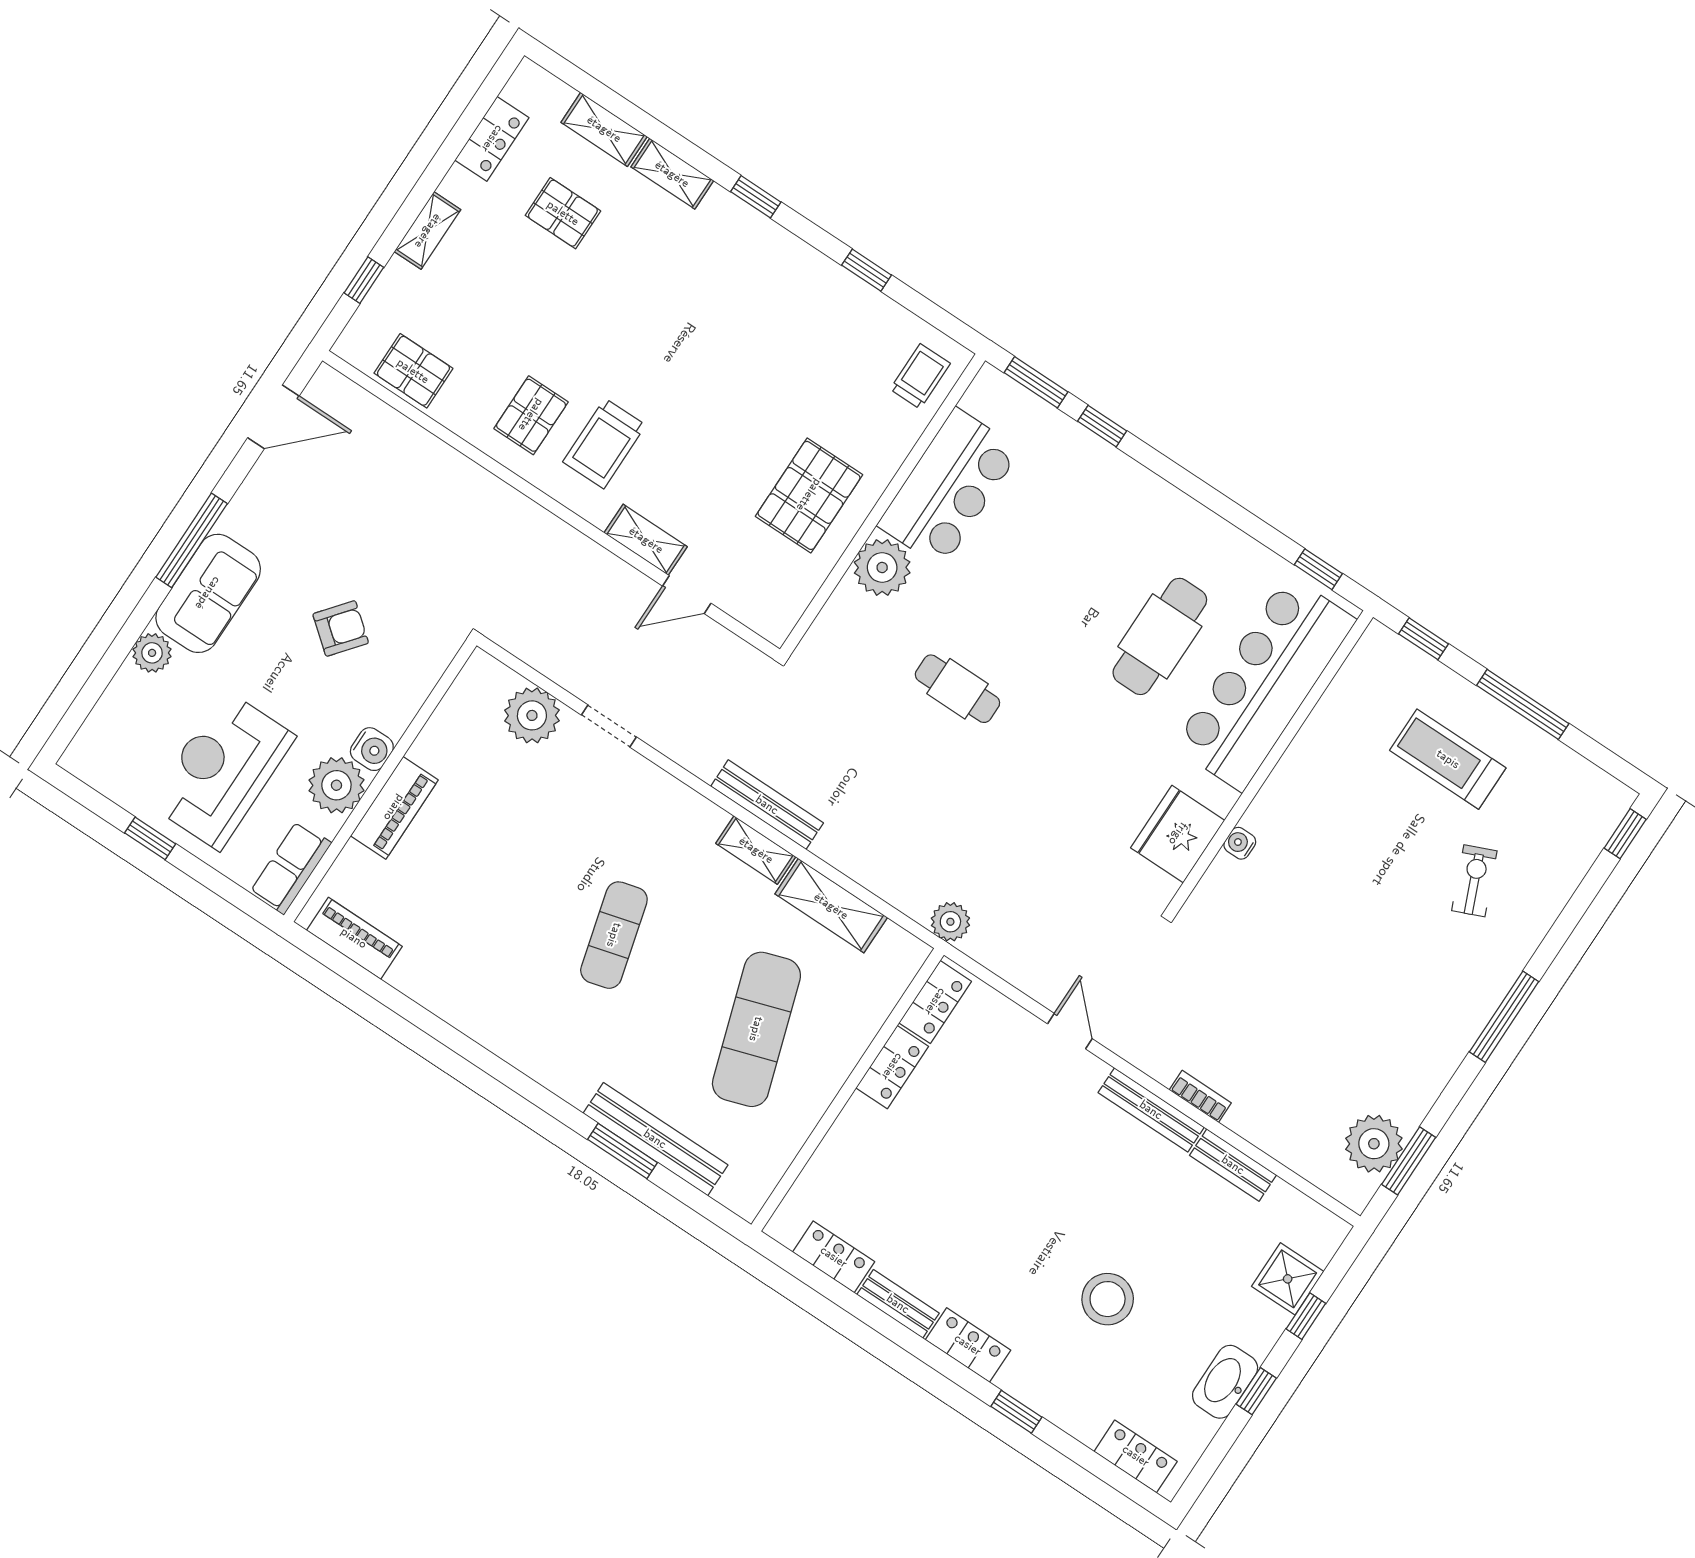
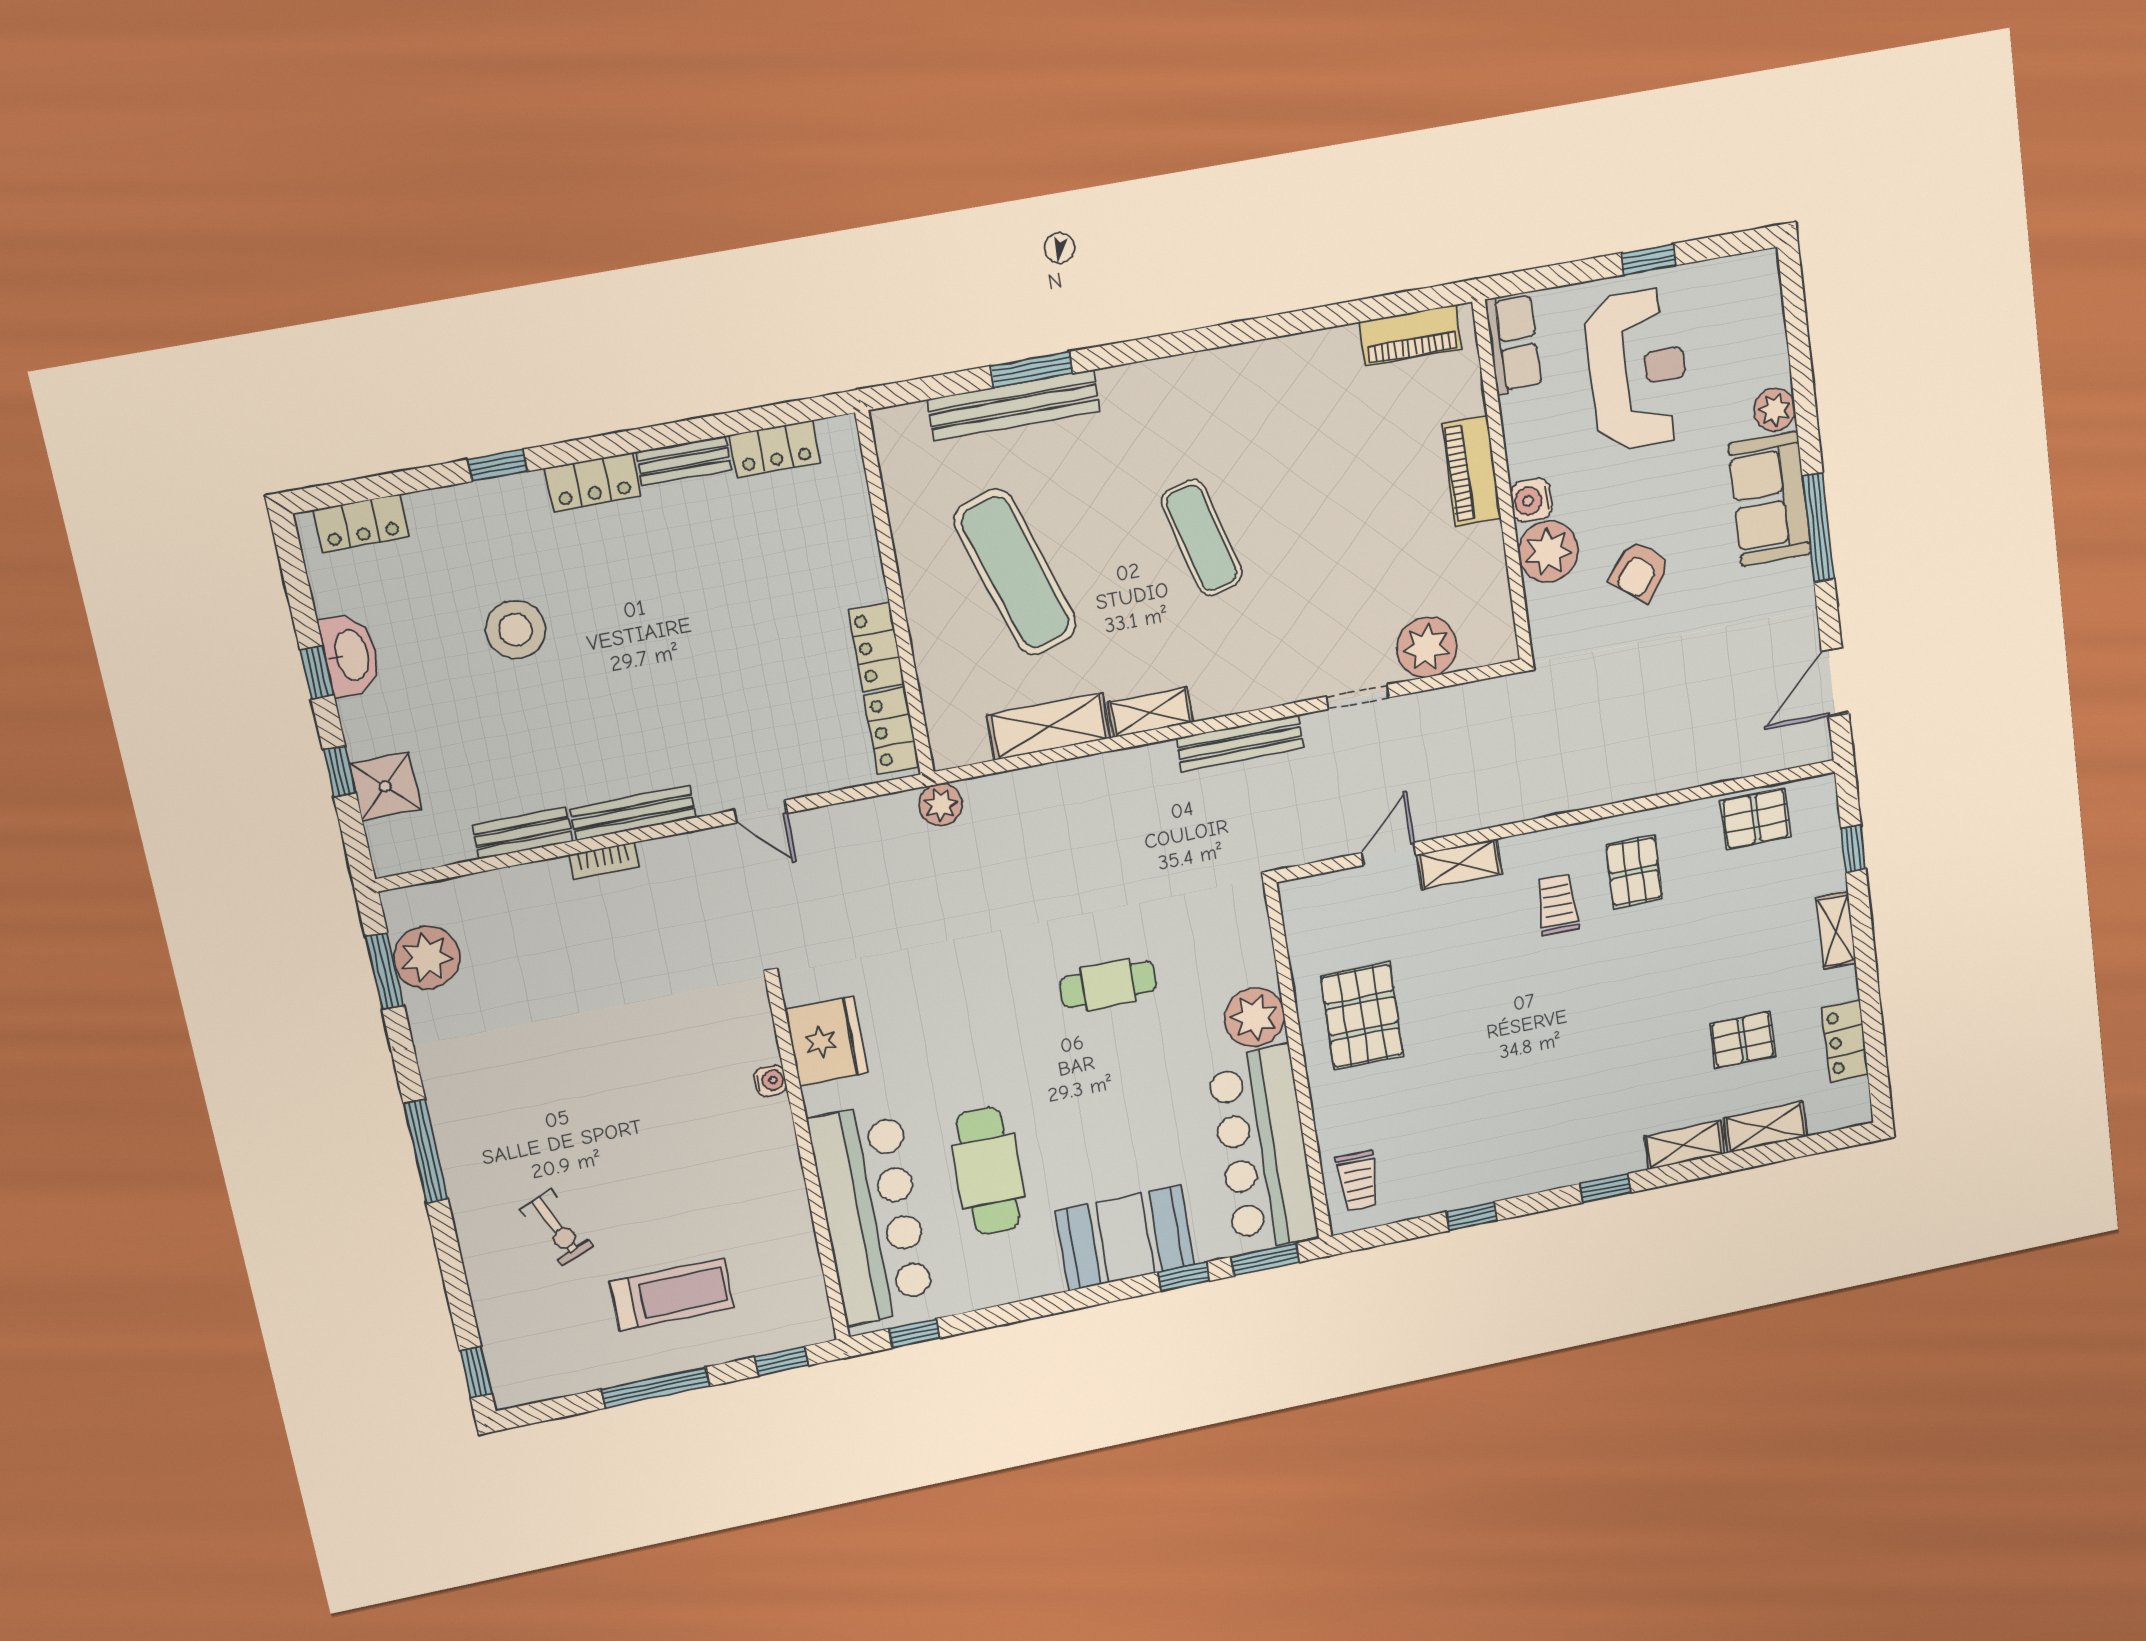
trolley: (604, 444) -> (1558, 905), width x0.73, depth x0.72
bar counter: (949, 488) -> (1263, 1149), width x1.36
booth: (1115, 495) -> (1125, 1238), added
plant: (336, 785) -> (1548, 552), moved
bench: (767, 805) -> (1240, 743), moved

